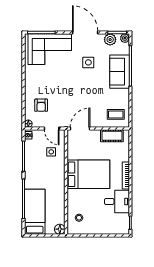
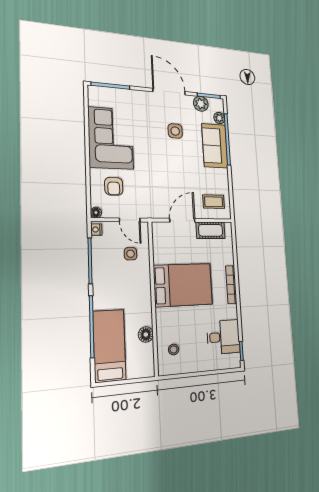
plant: (125, 38) -> (219, 118), moved
corner sofa: (50, 49) -> (111, 138), moved, turned -90
door: (80, 129) -> (182, 220), moved
desk: (117, 201) -> (223, 337), moved
floor lamp: (60, 229) -> (146, 335), moved

